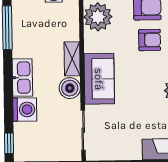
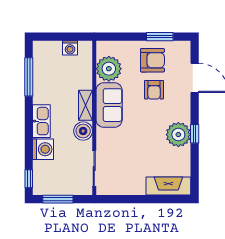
armchair: (150, 40) -> (154, 90), turned 90
sofa: (99, 79) -> (109, 105), moved

